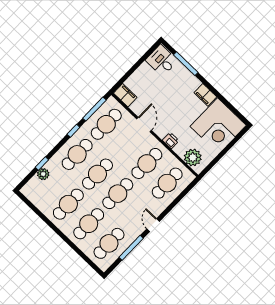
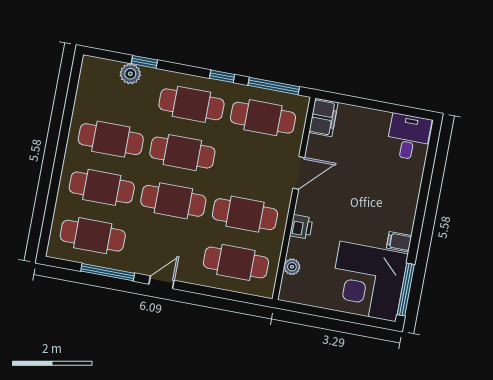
window: (186, 64) -> (406, 290), moved
filing cabinet: (205, 95) -> (399, 242), width x0.50
plant: (193, 157) -> (292, 267), width x0.53, depth x0.53

